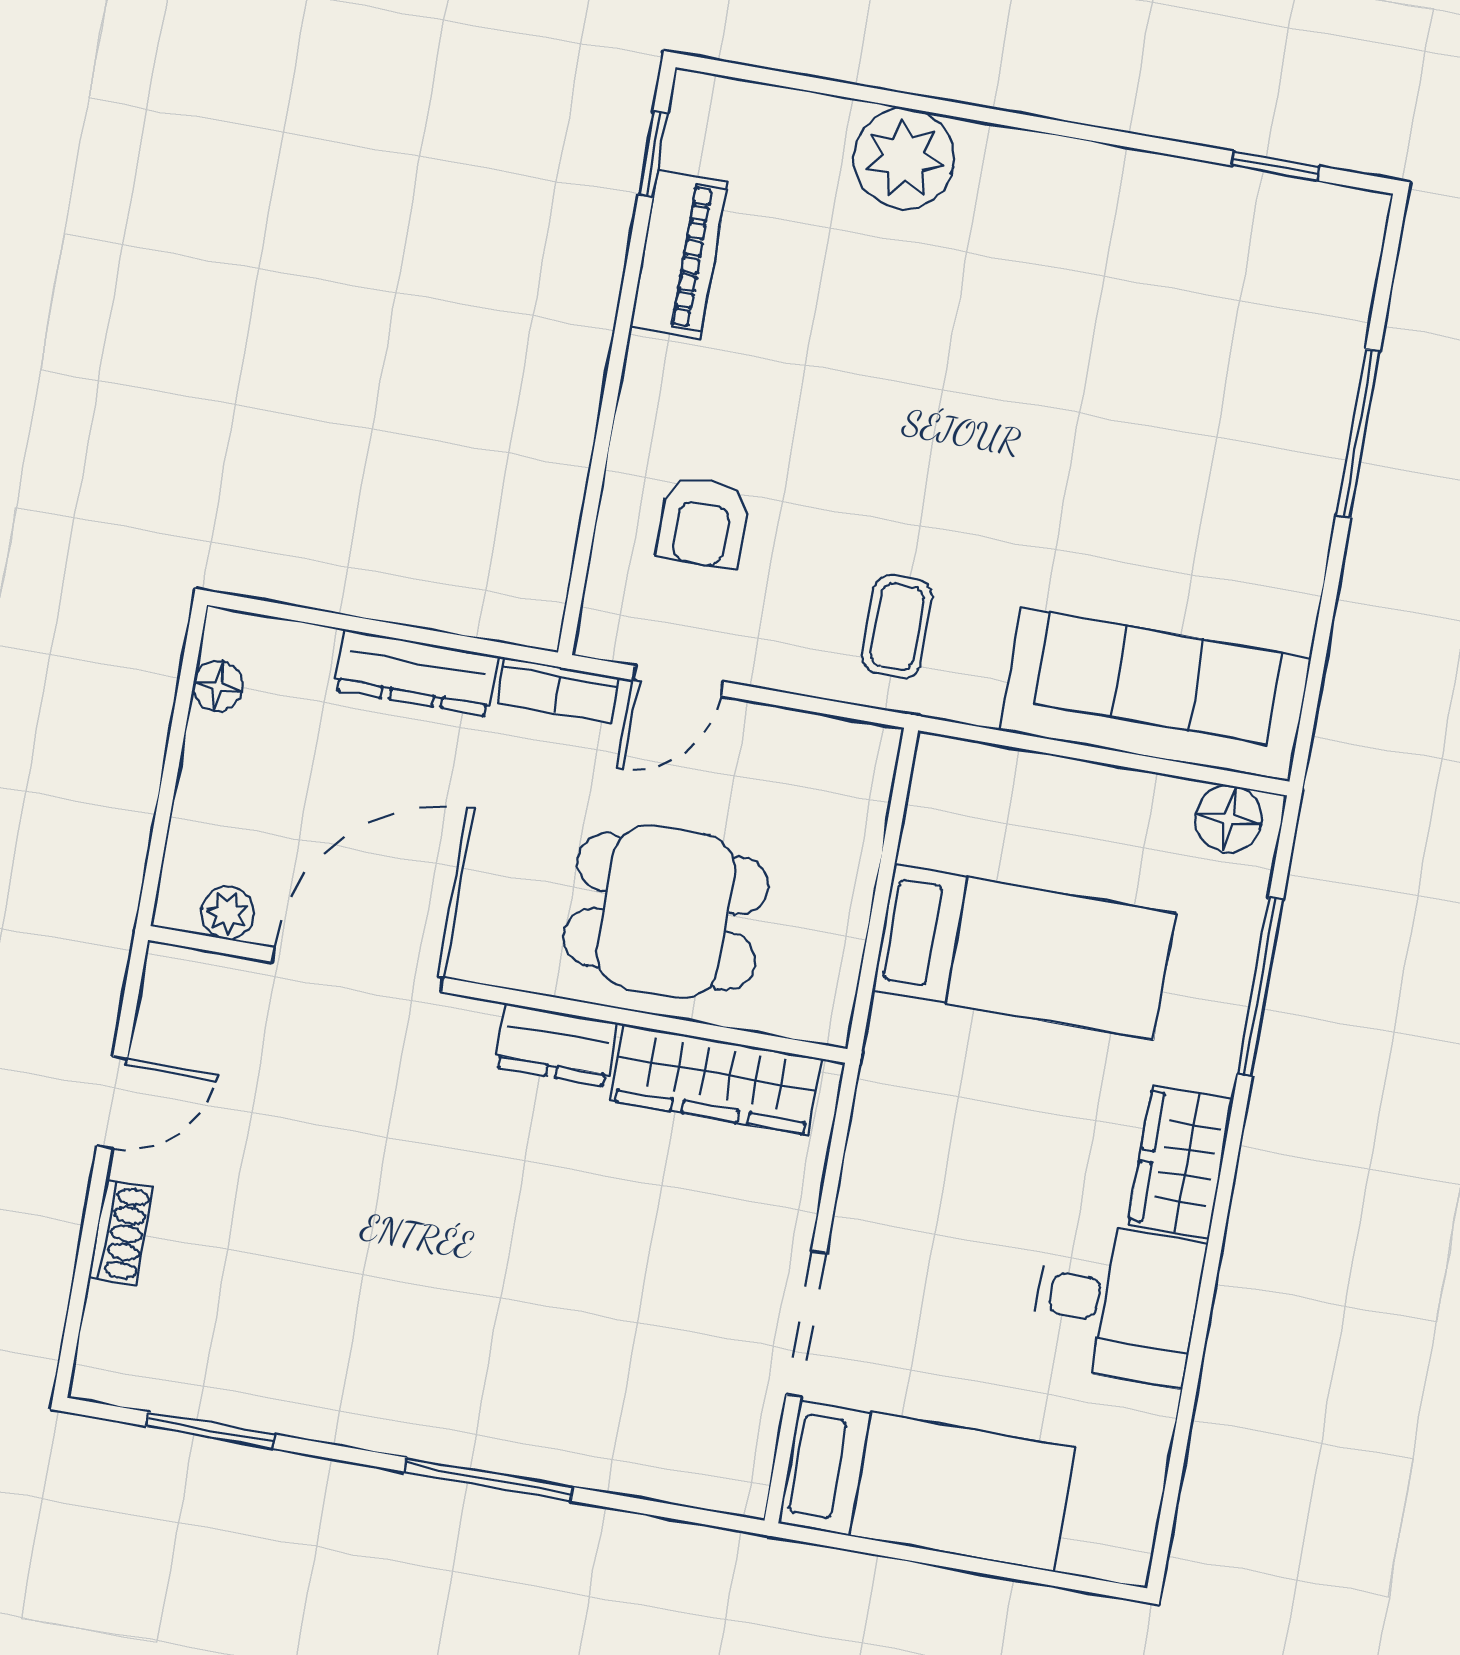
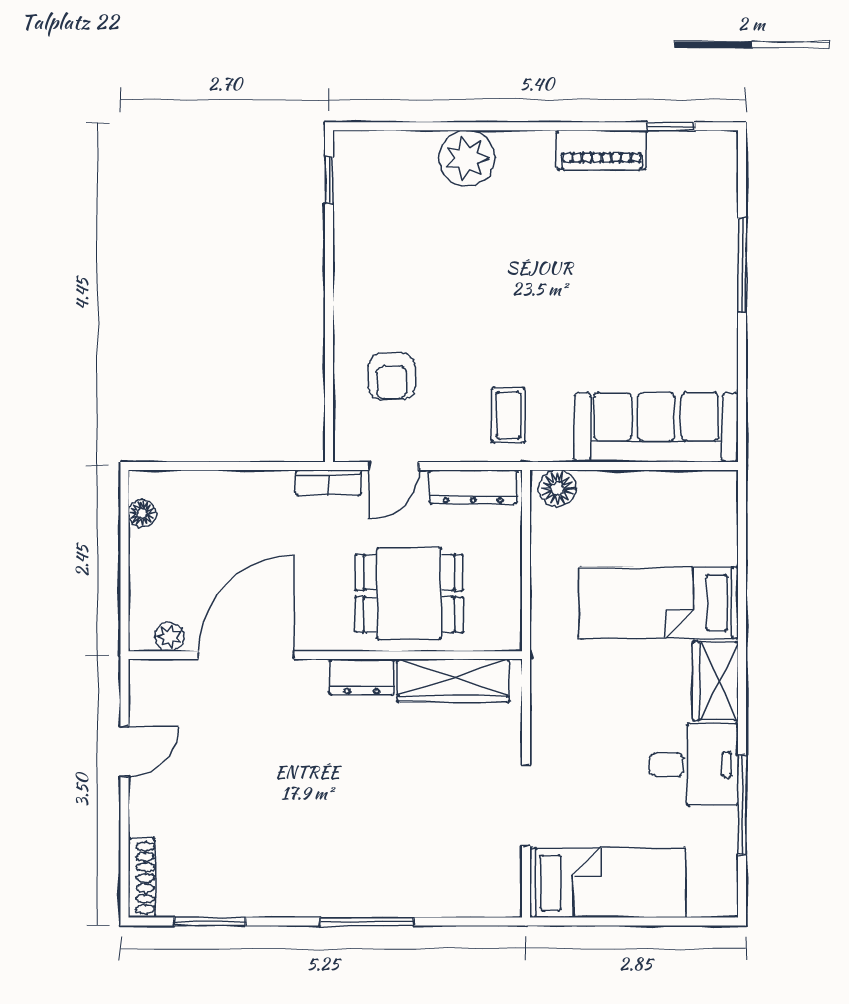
piano: (679, 254) -> (602, 150), moved, turned 90
dresser: (416, 673) -> (473, 487), moved
floor lamp: (1228, 819) -> (558, 488), moved
bed: (1024, 952) -> (659, 603), moved, turned 180
window: (1260, 987) -> (742, 805), moved
shoe rack: (121, 1233) -> (142, 878), moved, width x1.43

